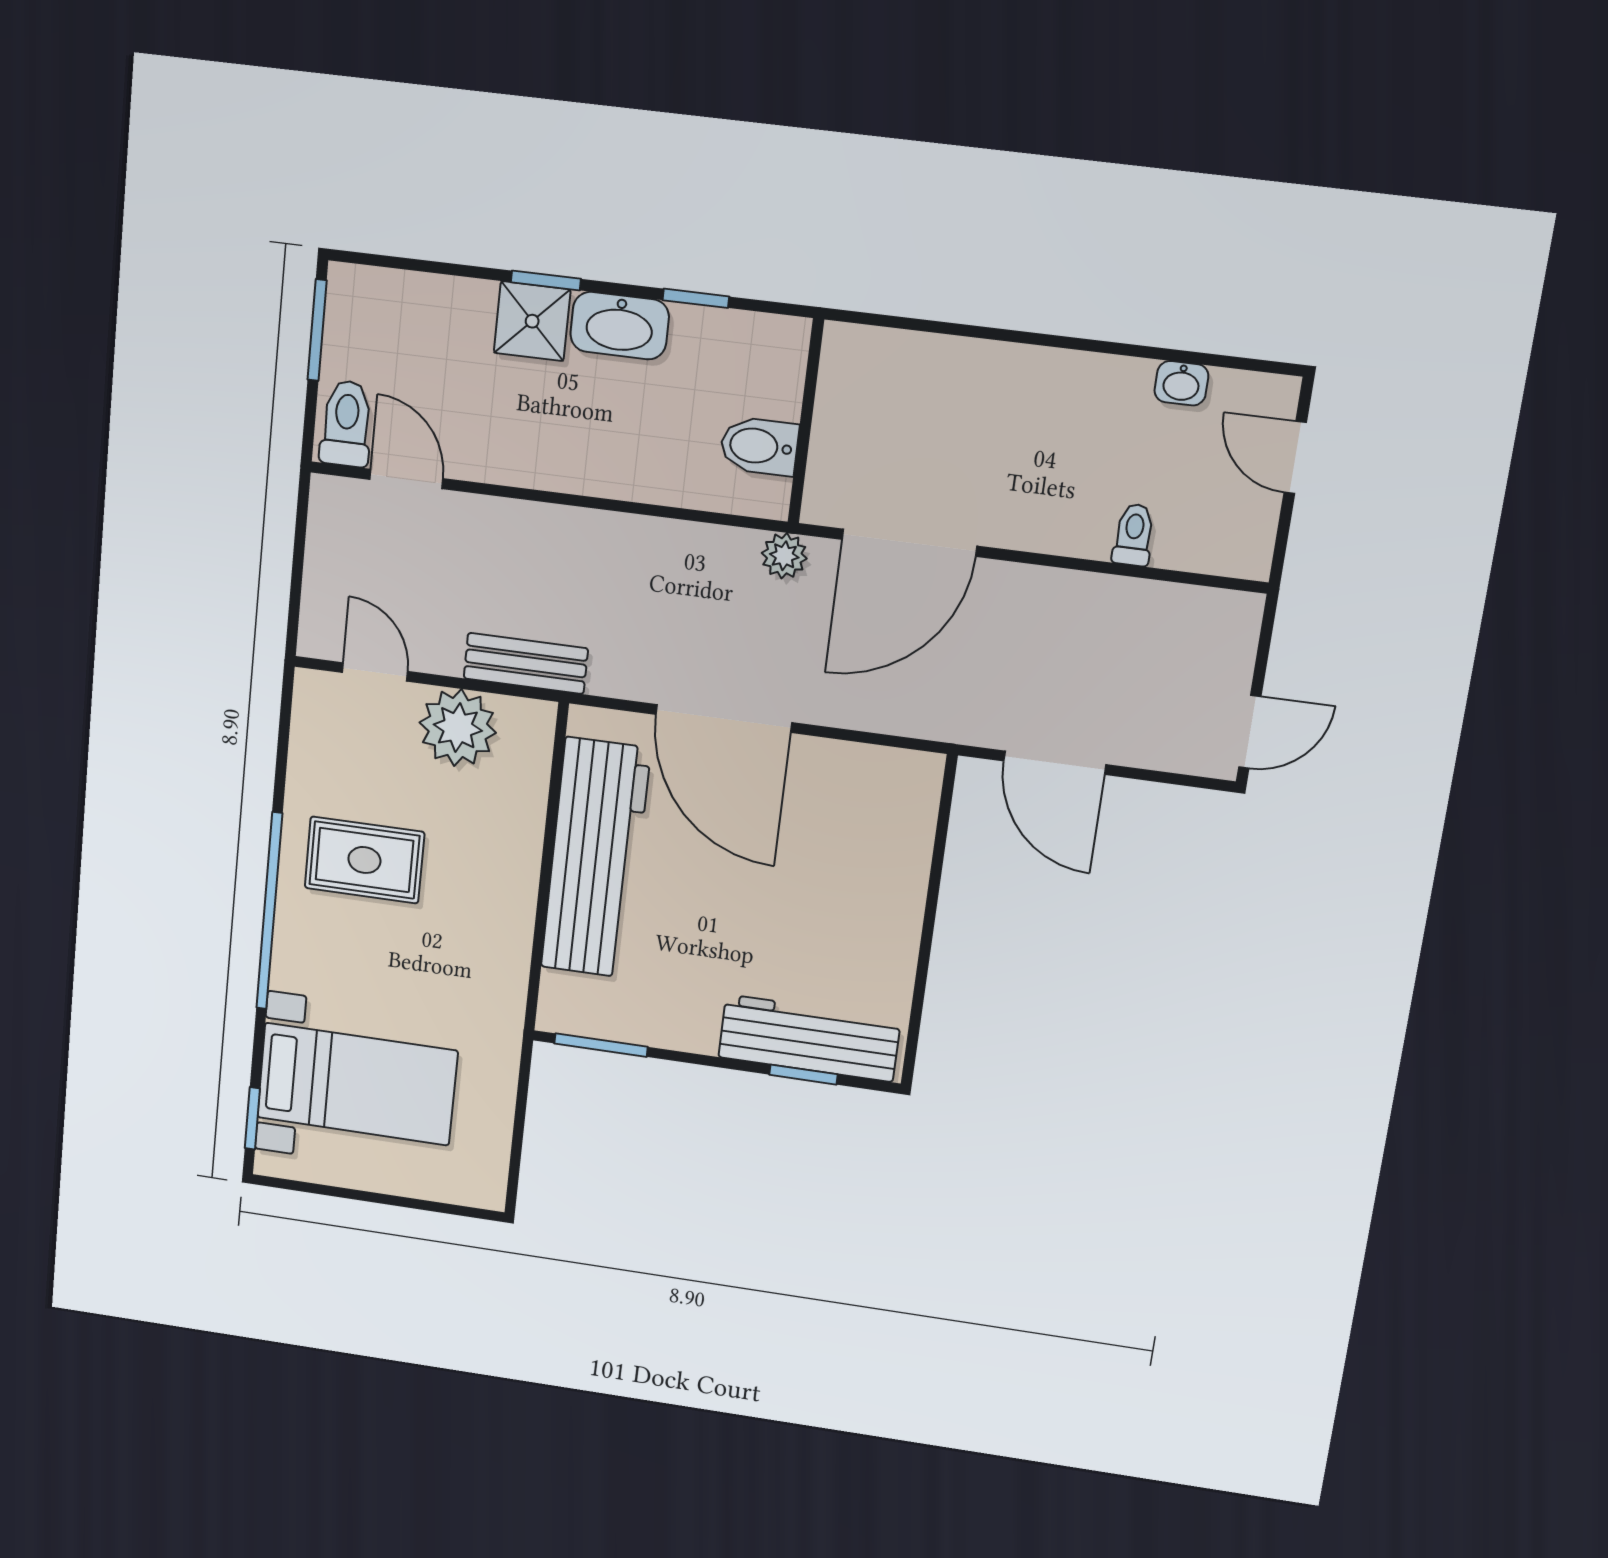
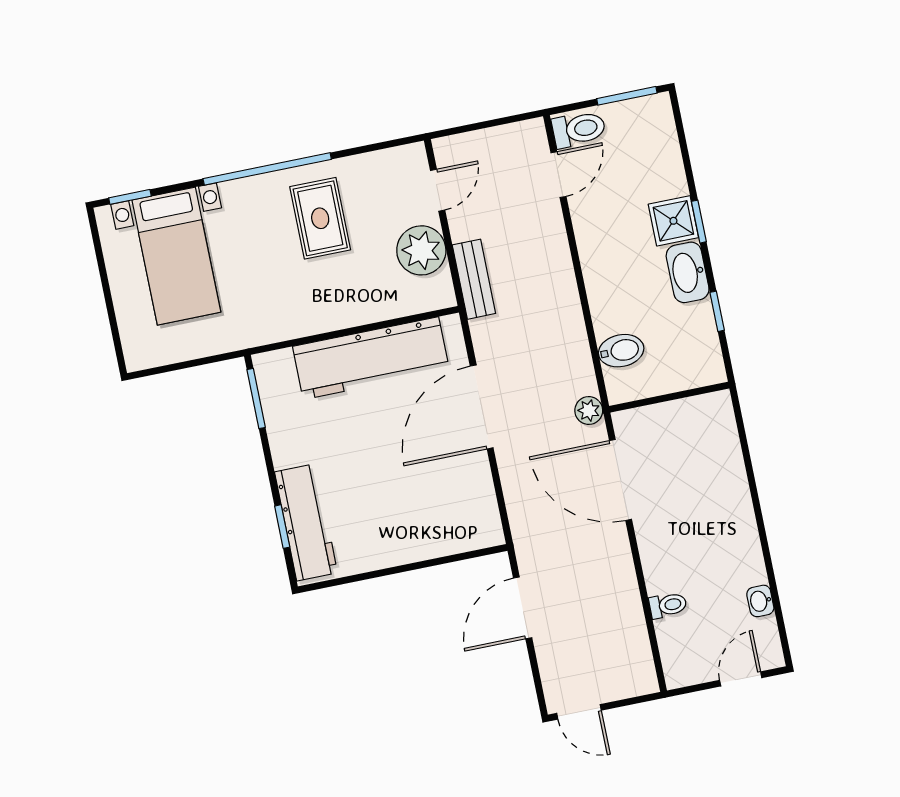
bidet: (759, 446) -> (621, 351), moved, turned 90

